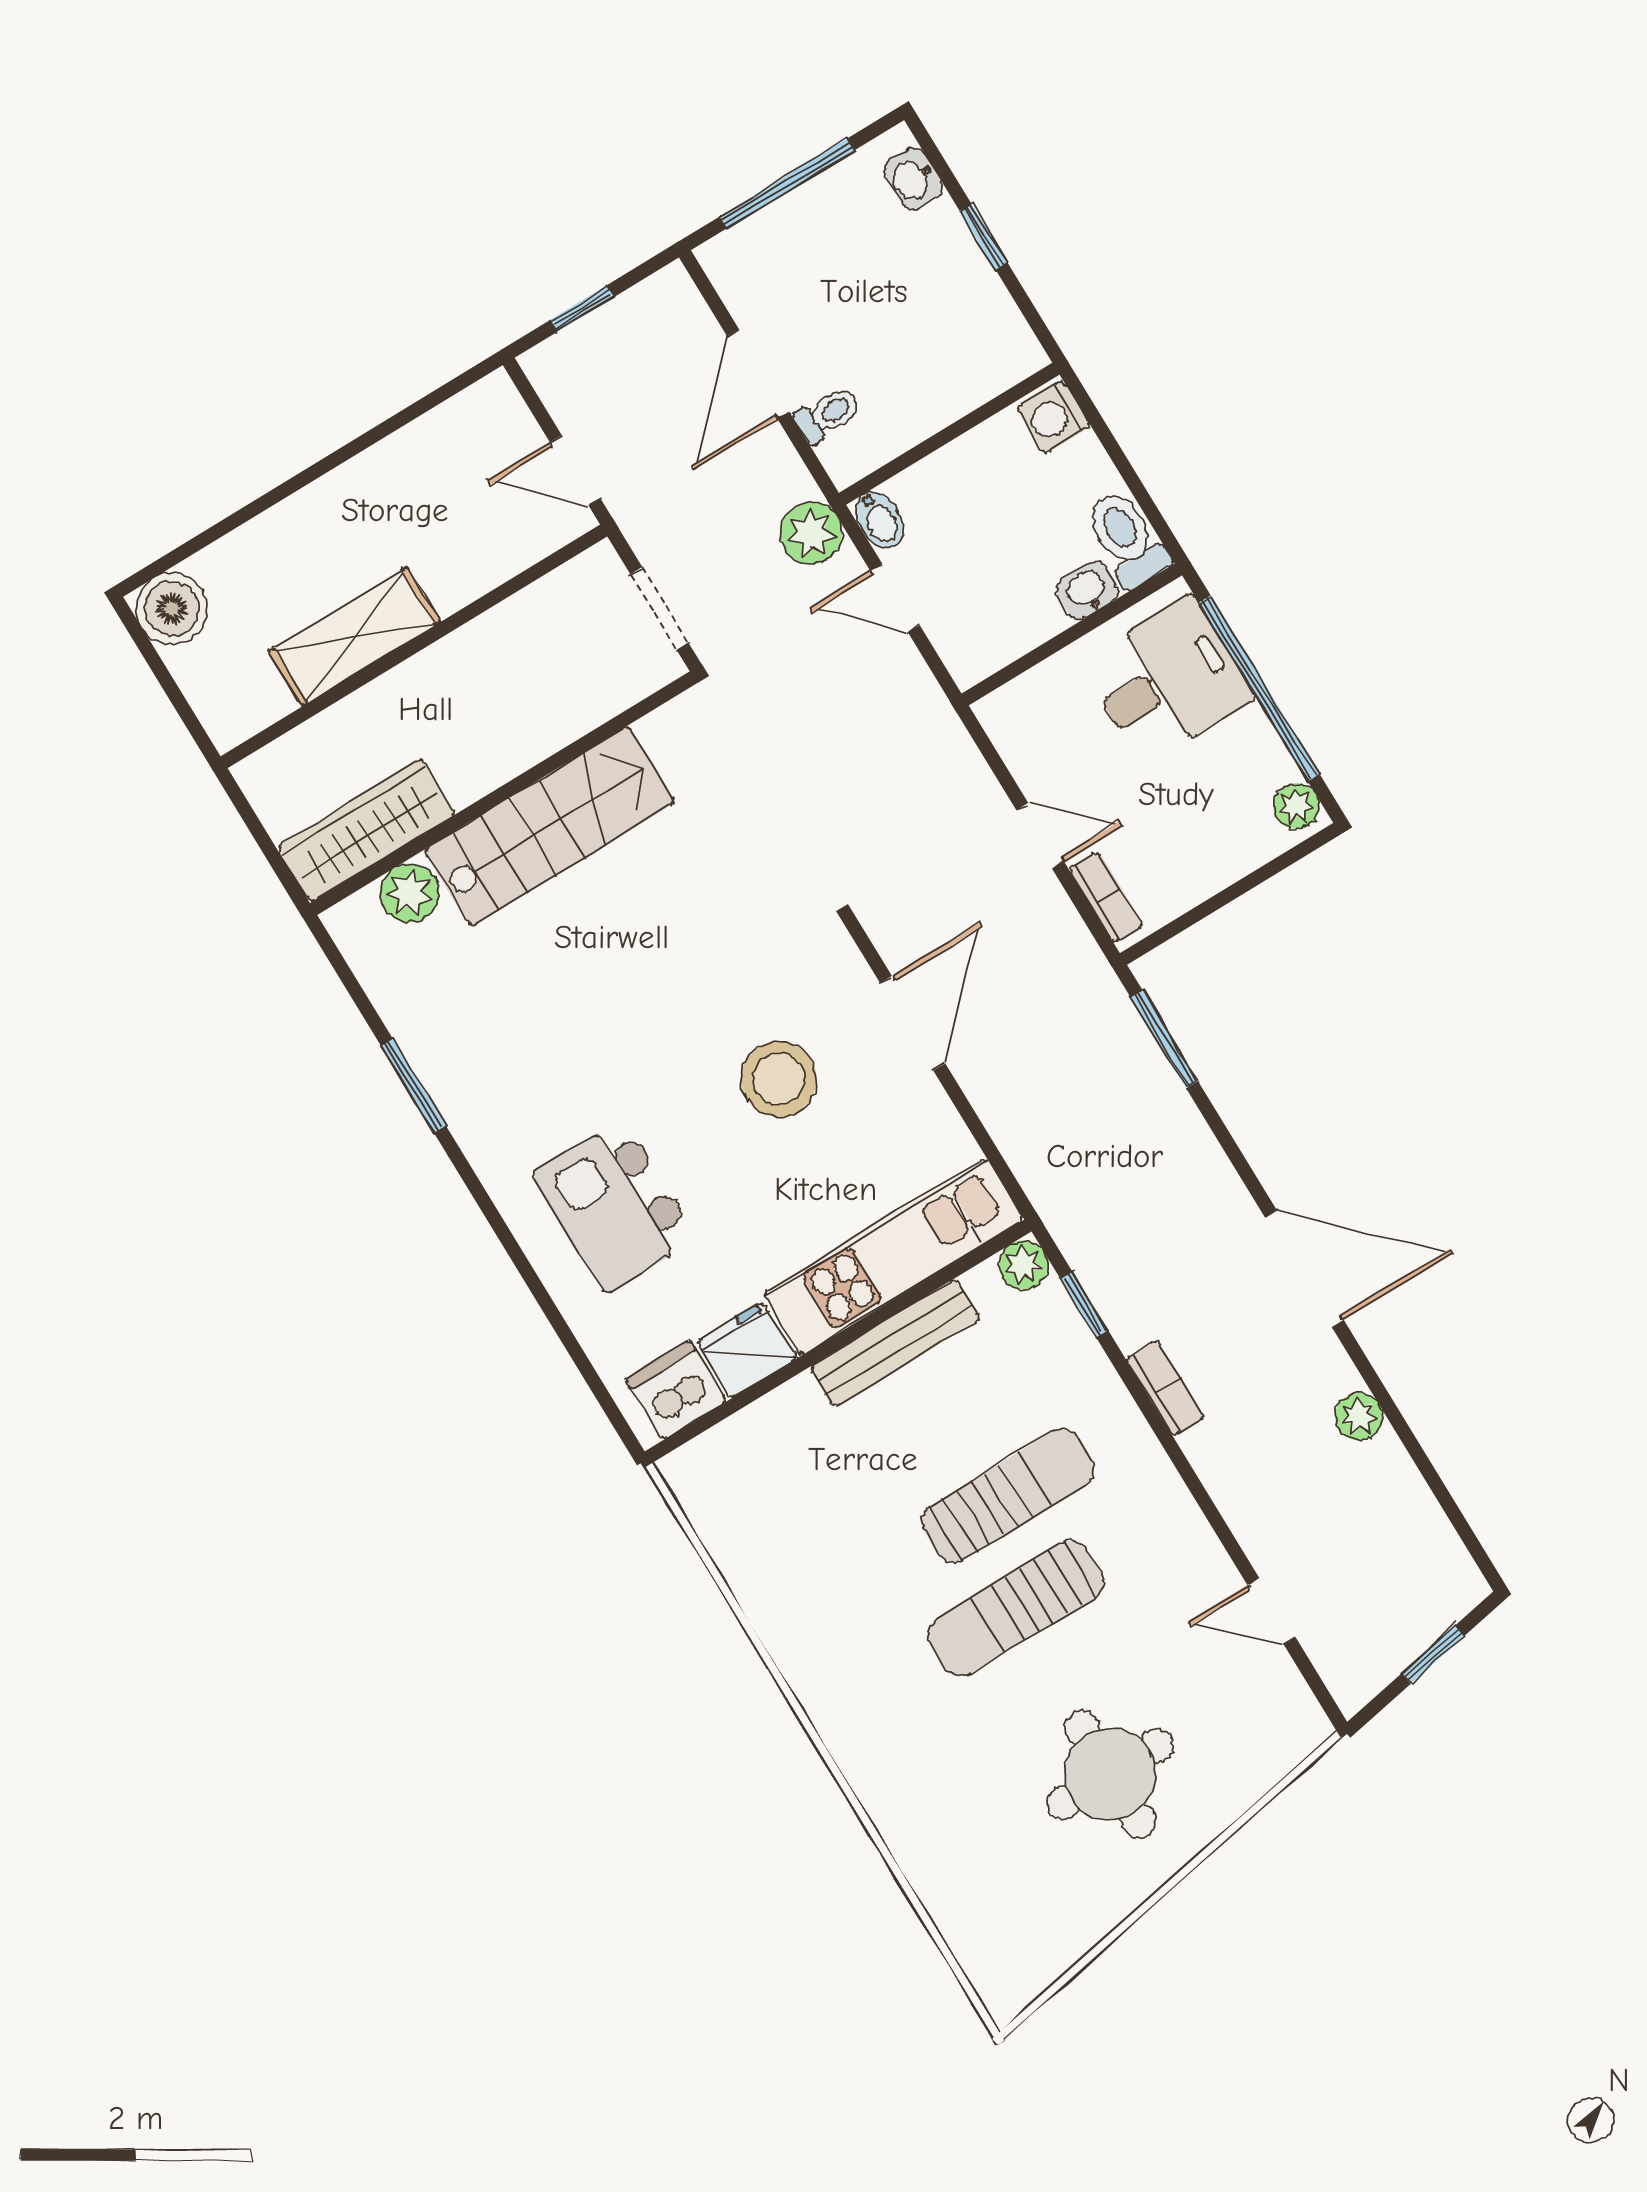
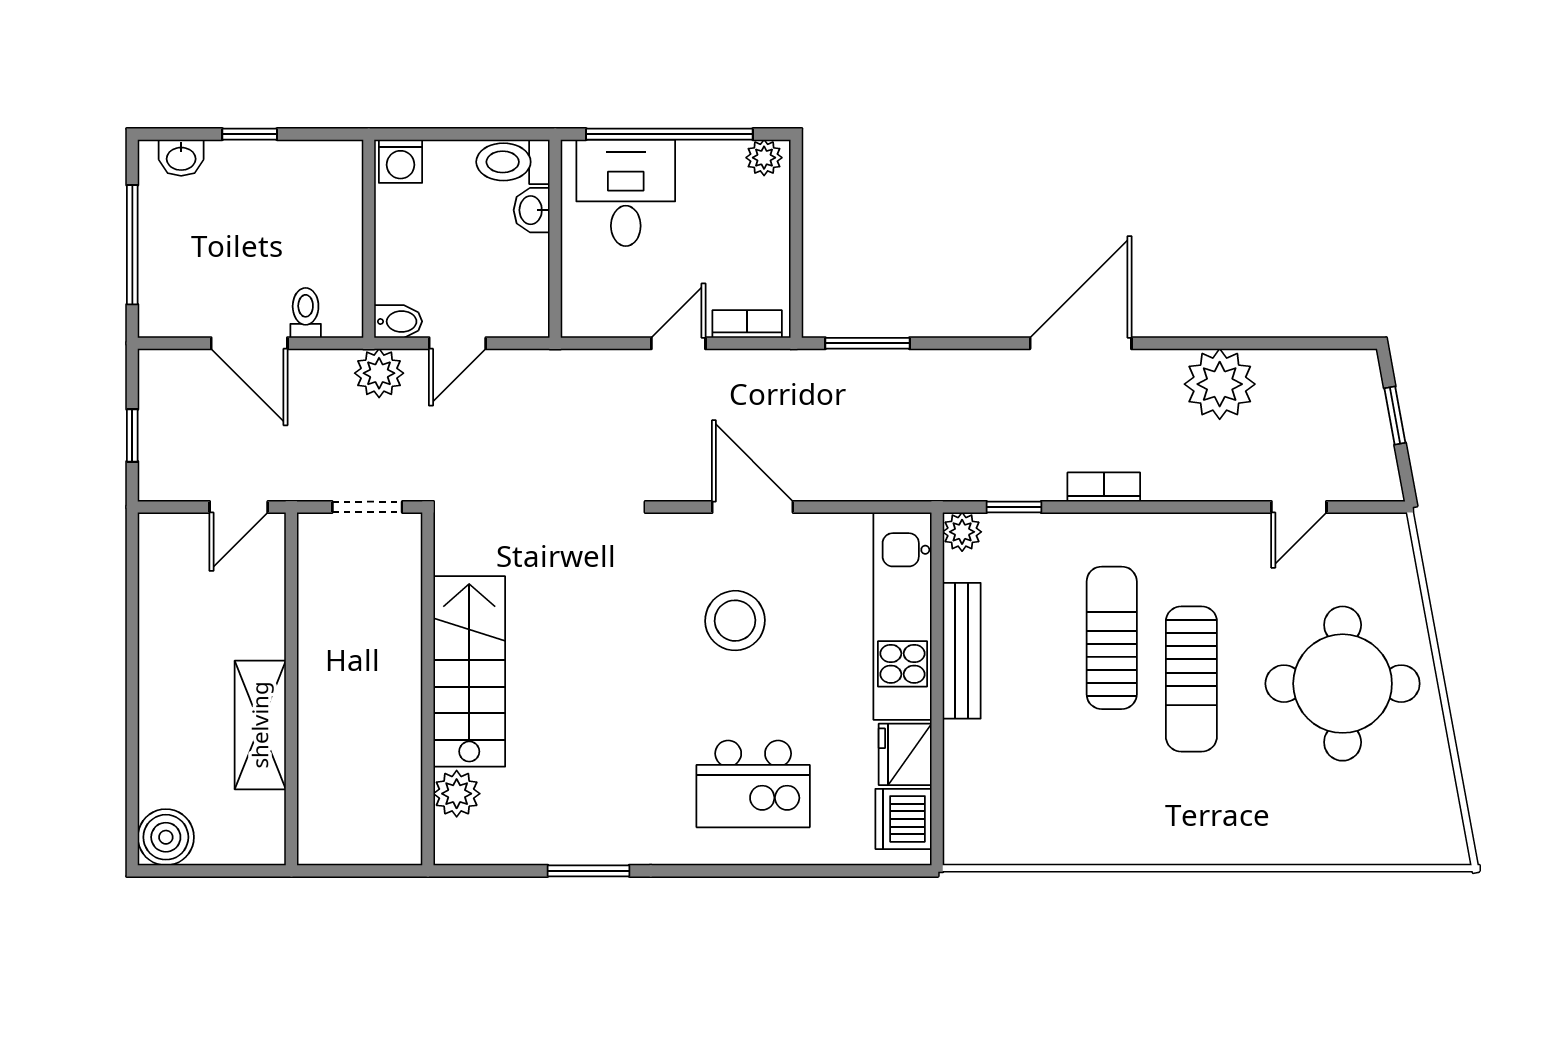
wardrobe: (366, 830) -> (396, 797), removed
plant: (1359, 1417) -> (1220, 384), width x1.88, depth x1.88
round table: (1110, 1774) -> (1343, 684), width x1.36, depth x1.36

